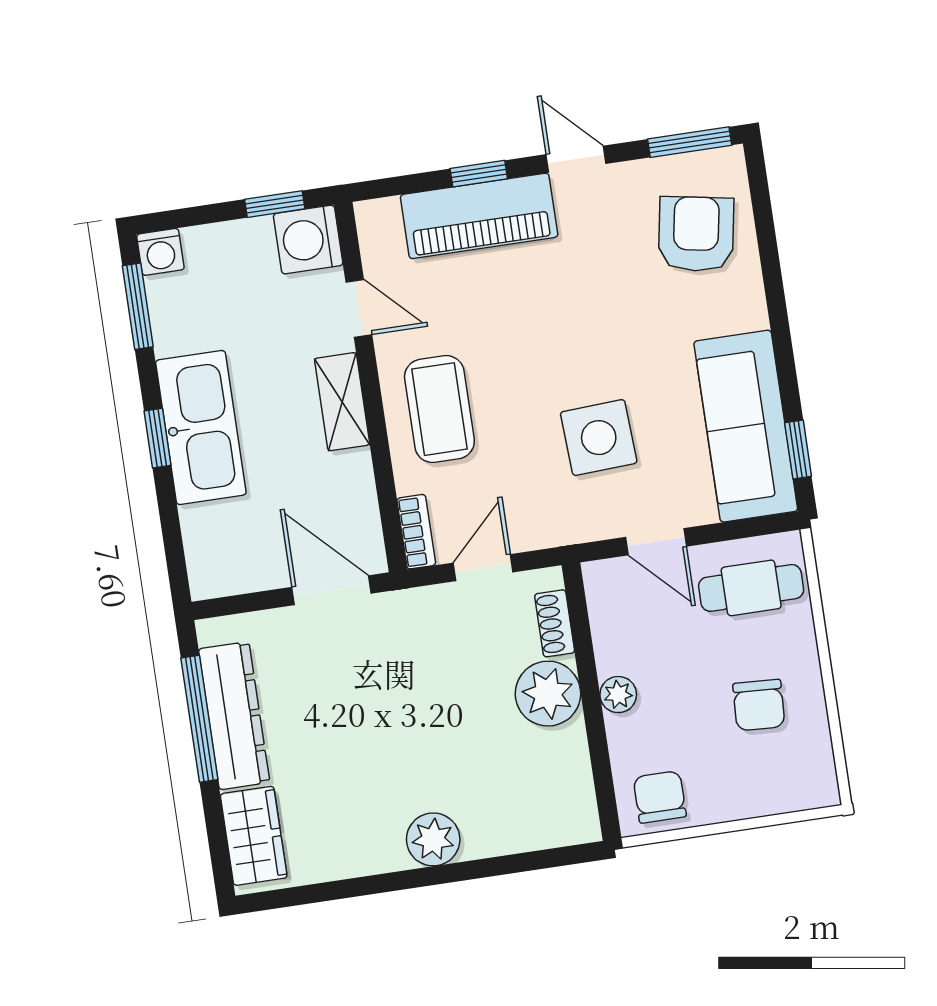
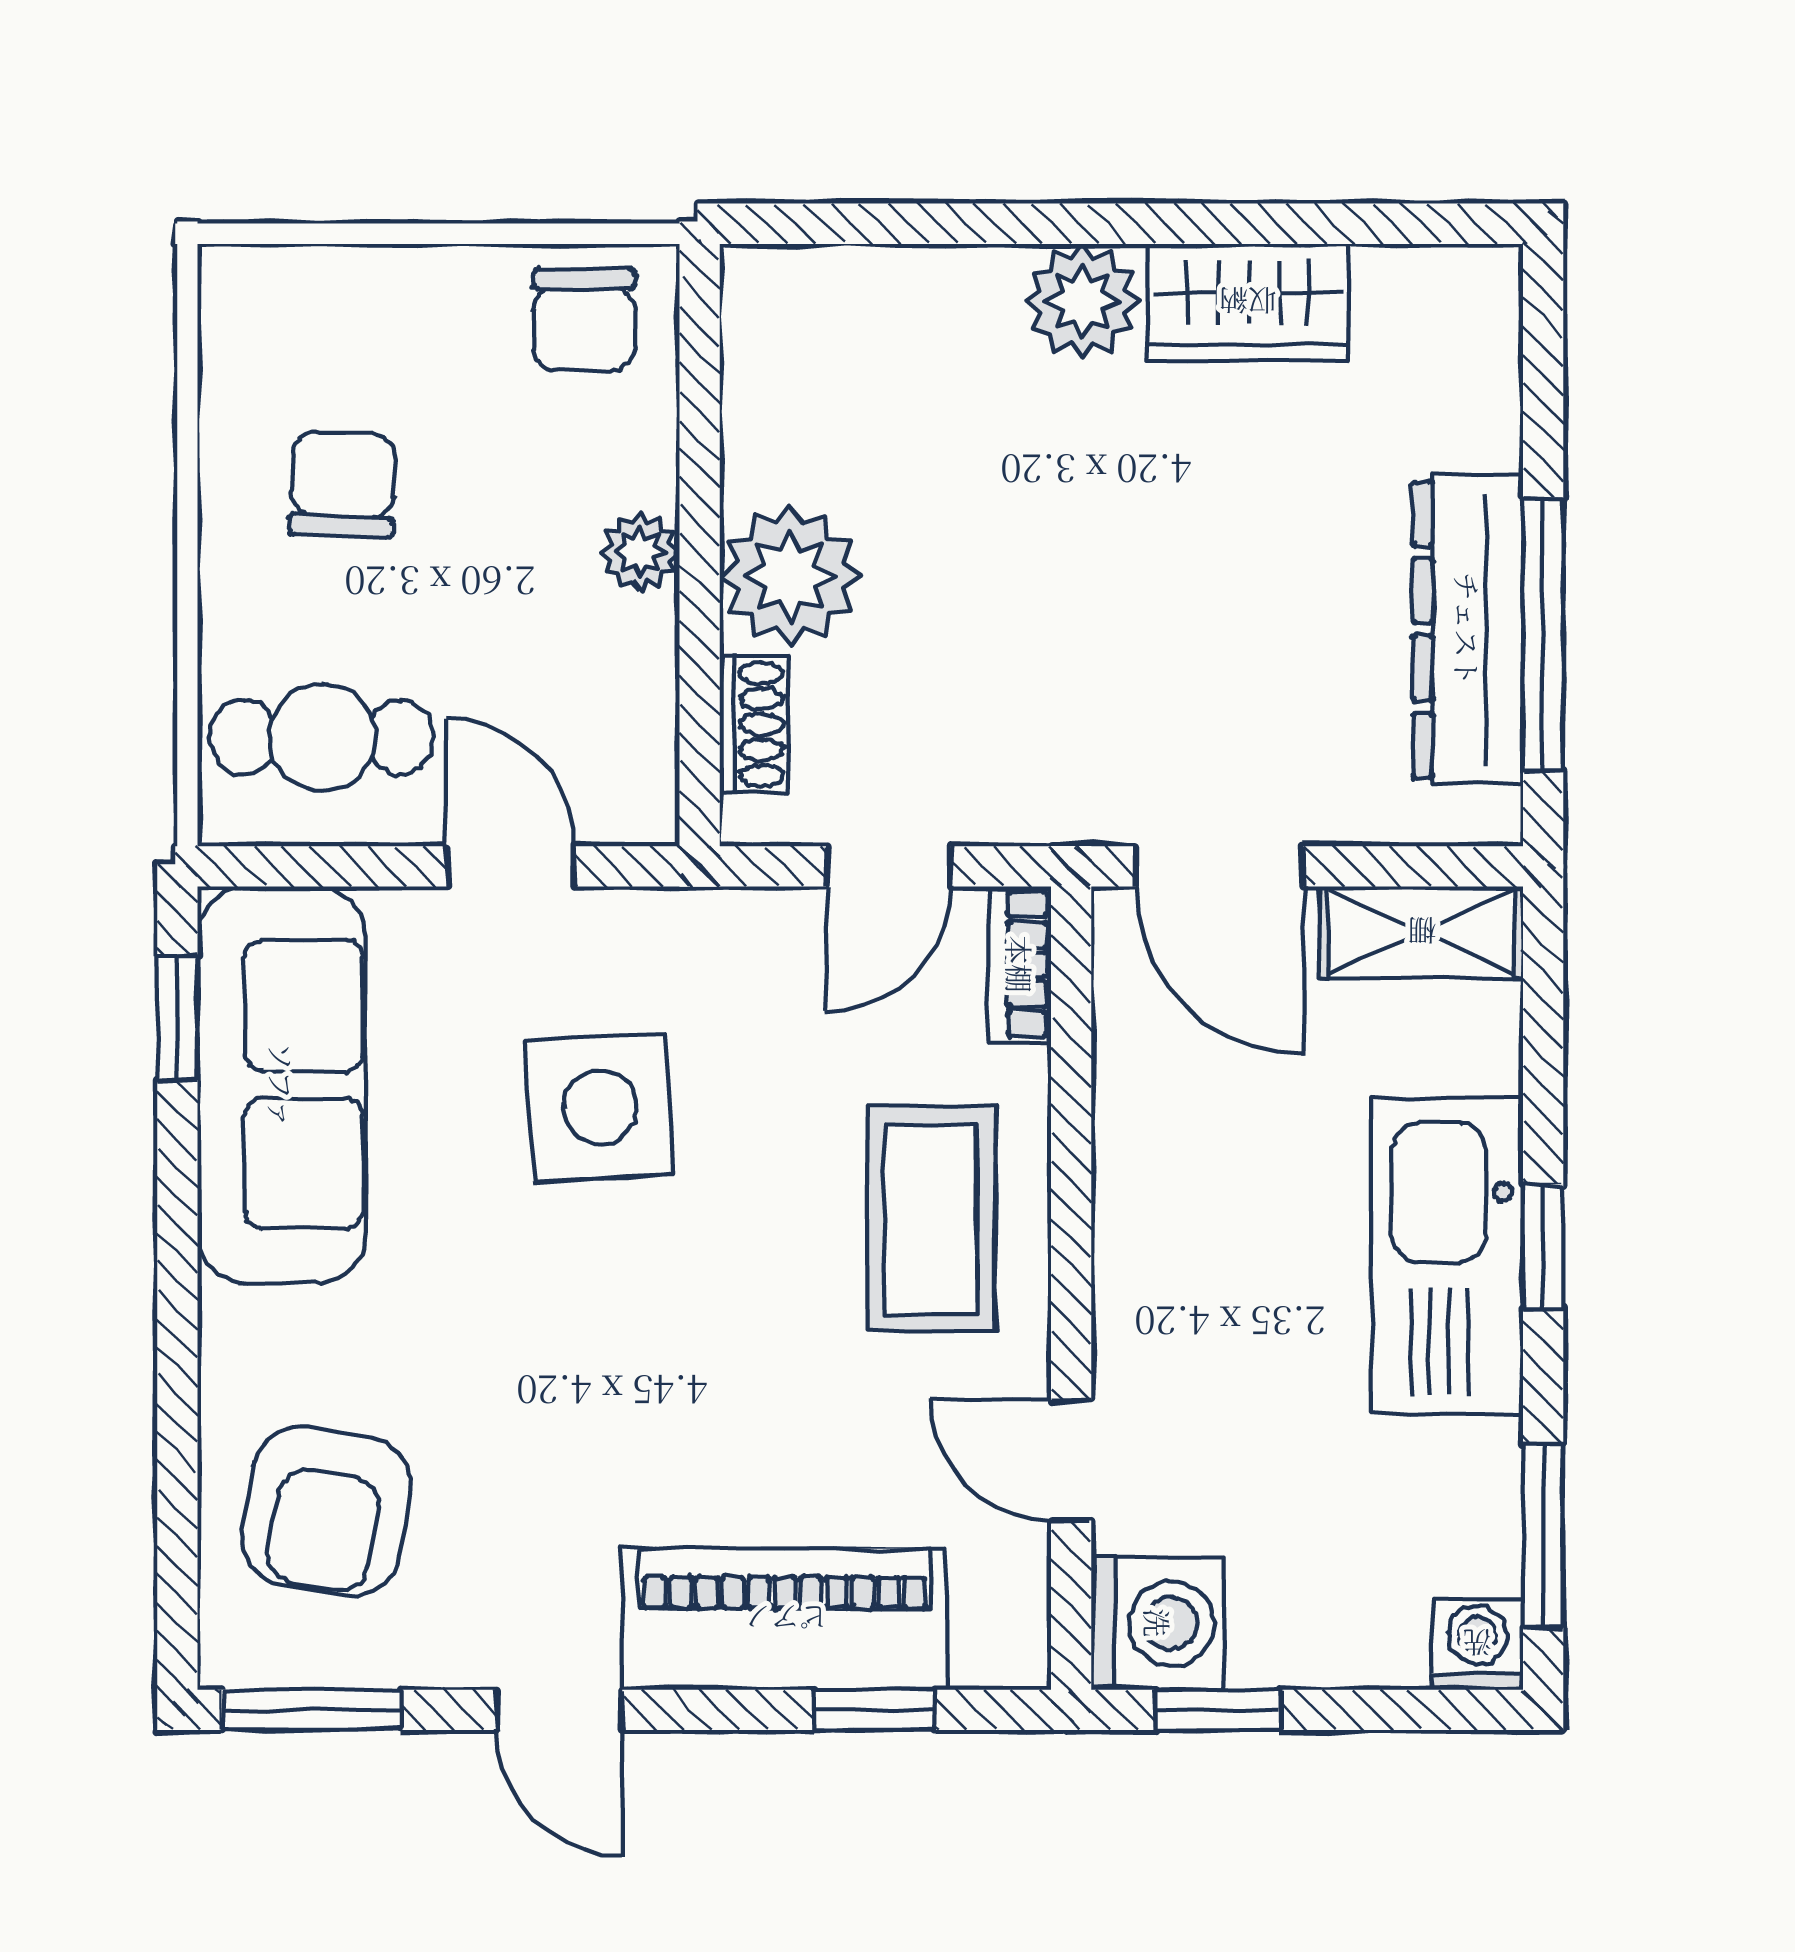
window: (479, 174) -> (874, 1710), moved
shelving: (342, 402) -> (1422, 932), moved, turned 90
wardrobe: (254, 836) -> (1248, 302), moved, turned -90

